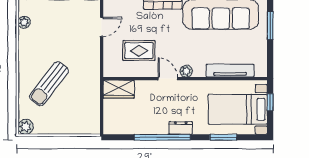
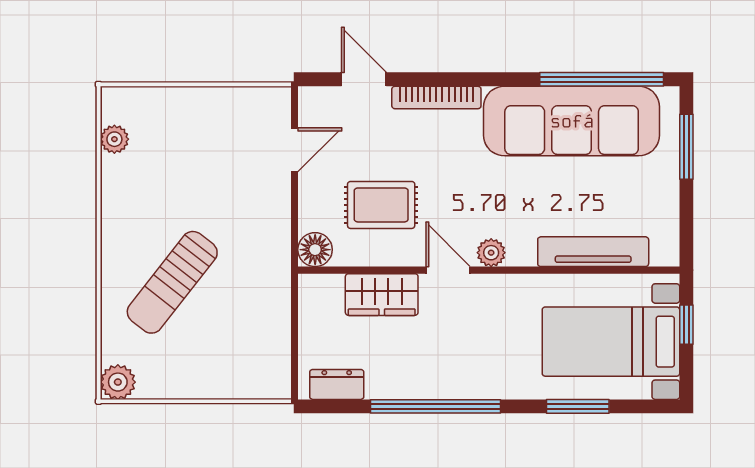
floor lamp: (110, 70) -> (315, 250), added
wardrobe: (119, 89) -> (382, 295), moved
dresser: (181, 128) -> (337, 384), moved

